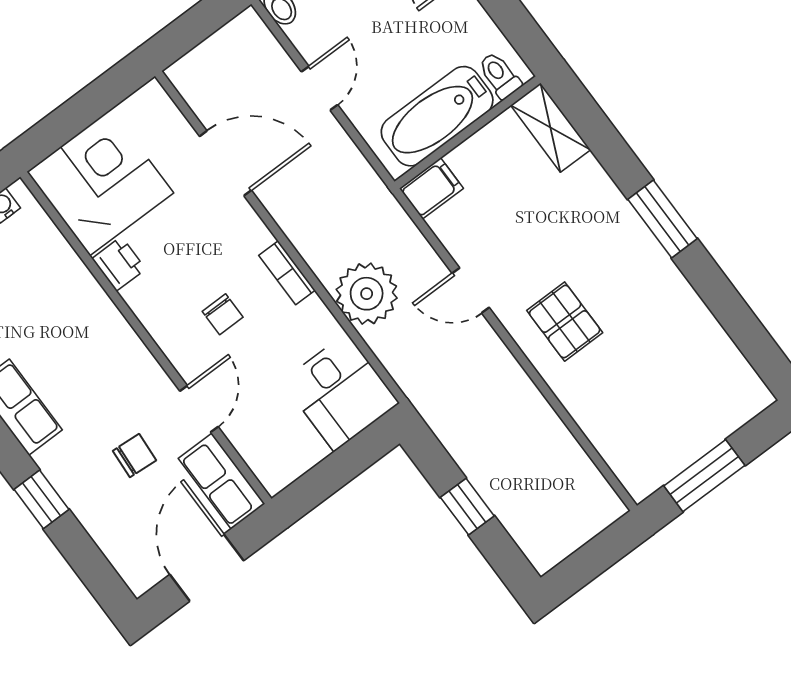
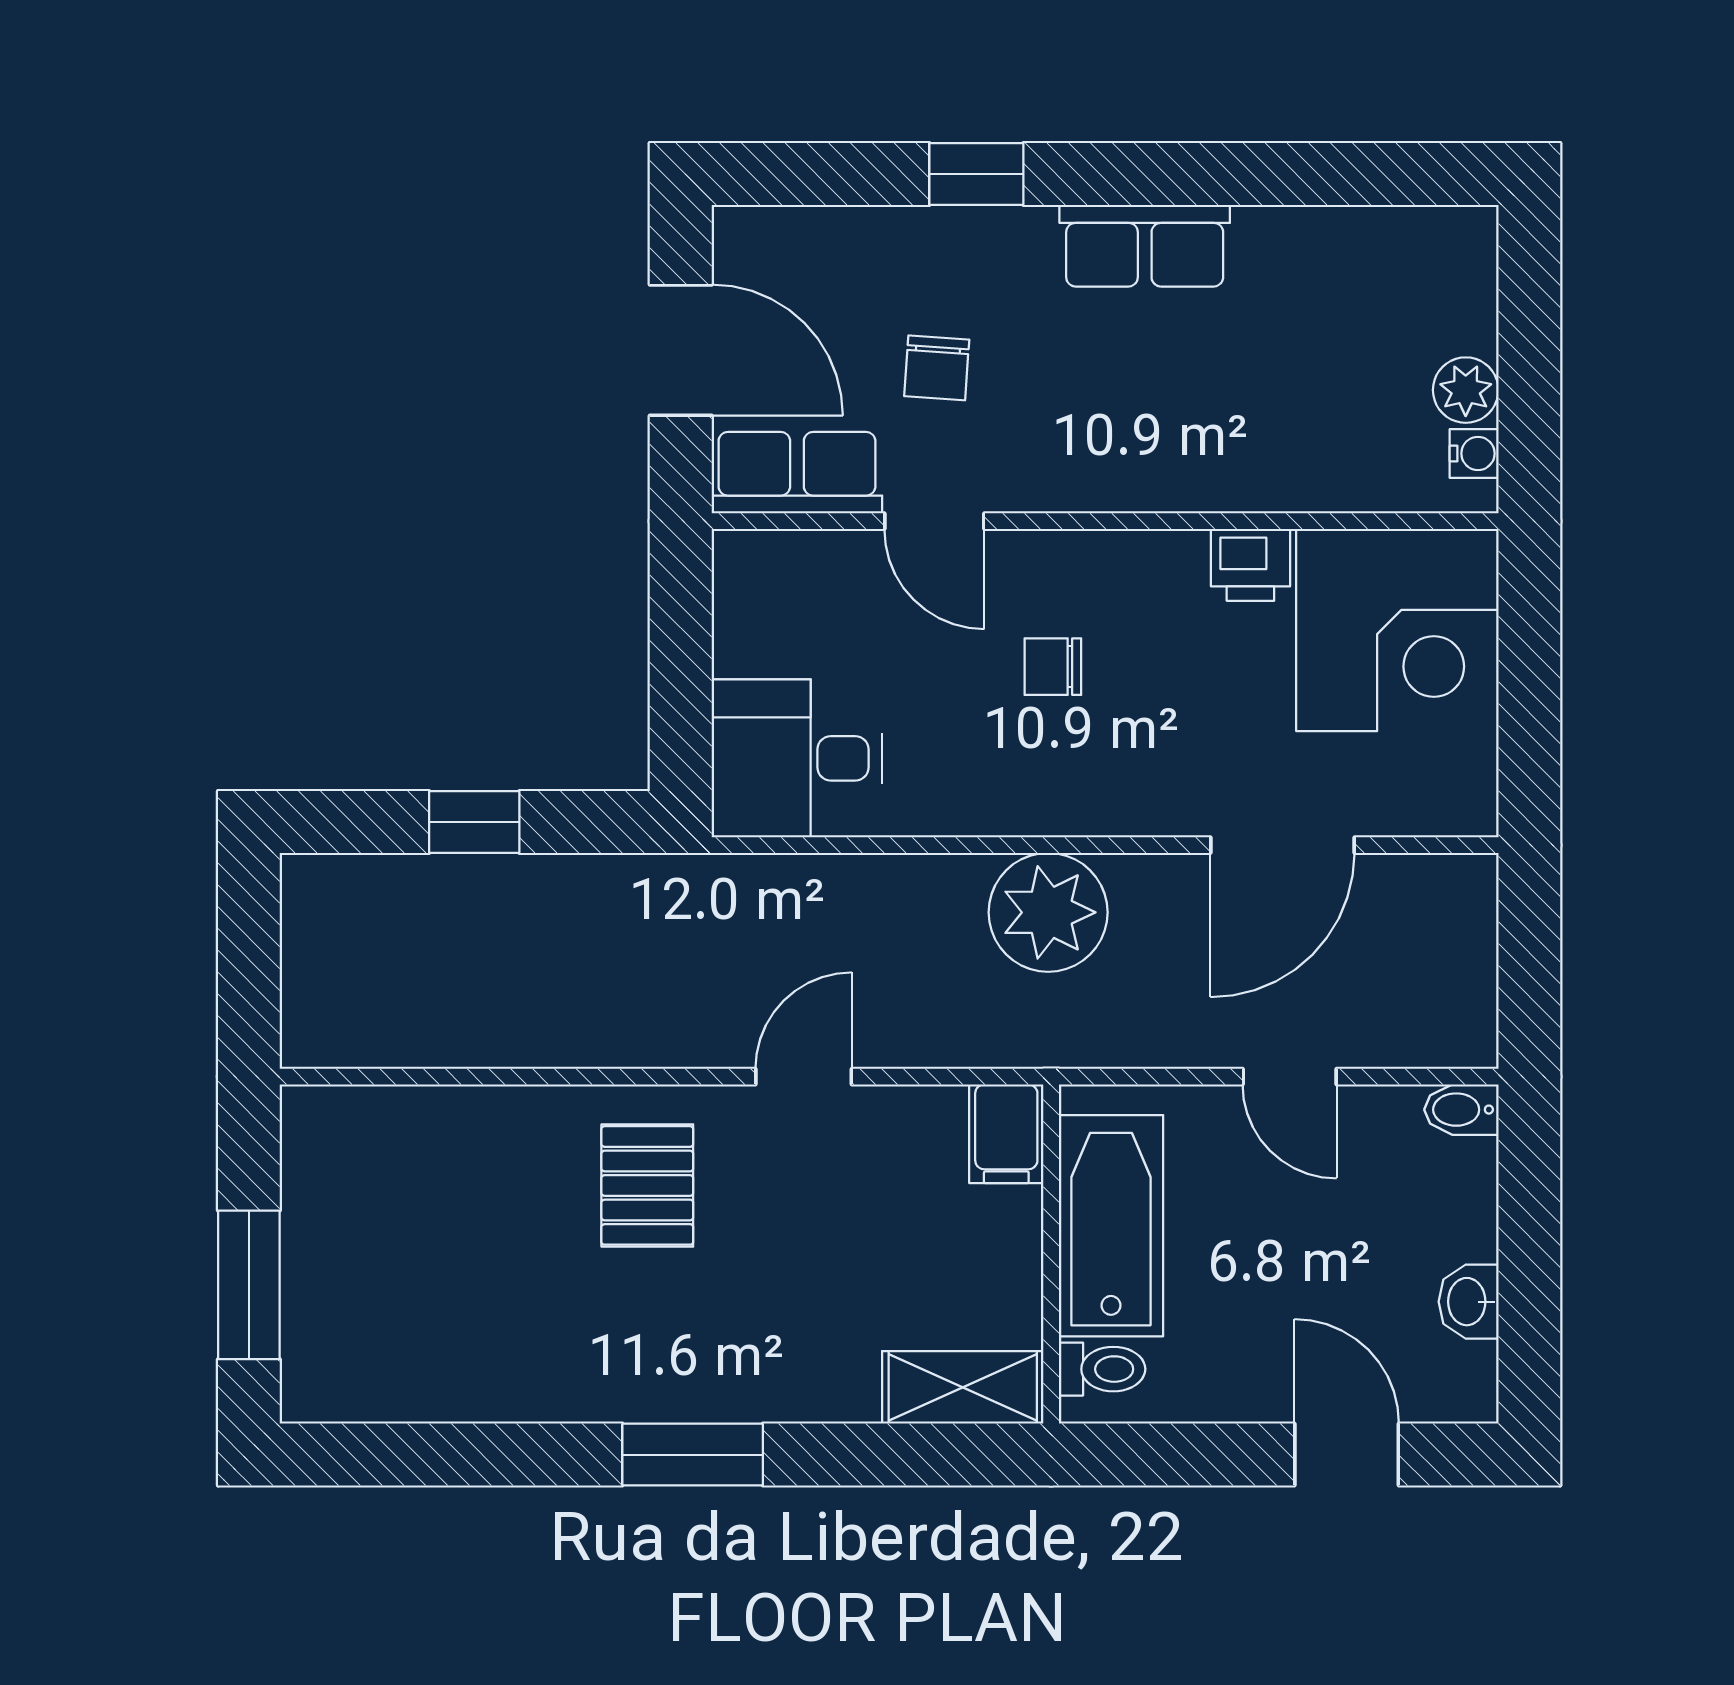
bookcase: (287, 273) -> (1043, 814), removed
plant: (367, 294) -> (1048, 912), moved
pallet: (565, 322) -> (647, 1185), turned 90
window: (704, 476) -> (249, 1285), moved

